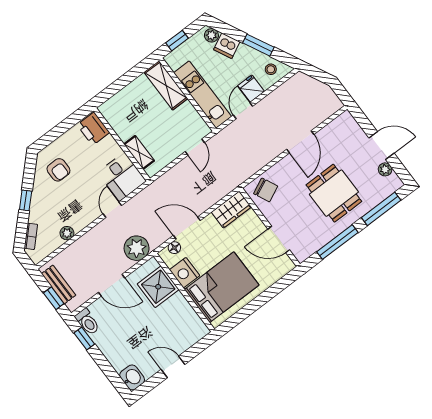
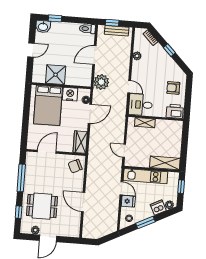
armchair: (58, 170) -> (173, 88), moved
dining table: (334, 193) -> (42, 206), moved
window: (381, 209) -> (19, 212), width x0.46
shower: (158, 287) -> (56, 75), moved
window: (84, 338) -> (55, 18), moved

